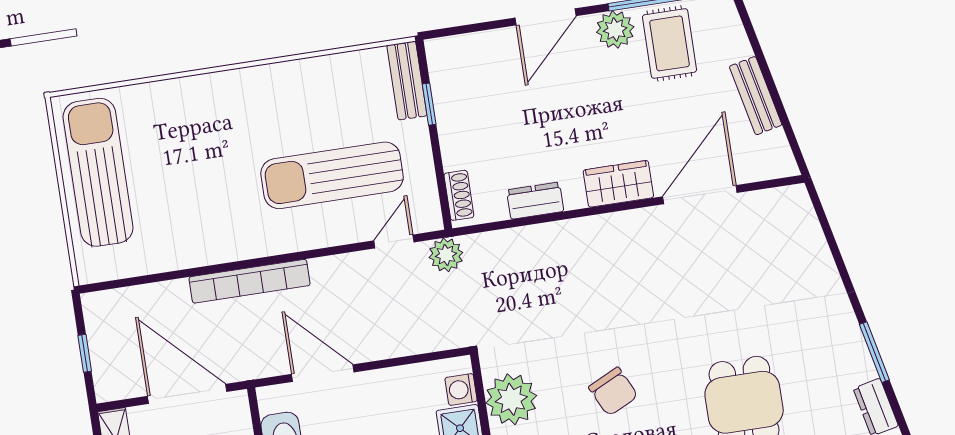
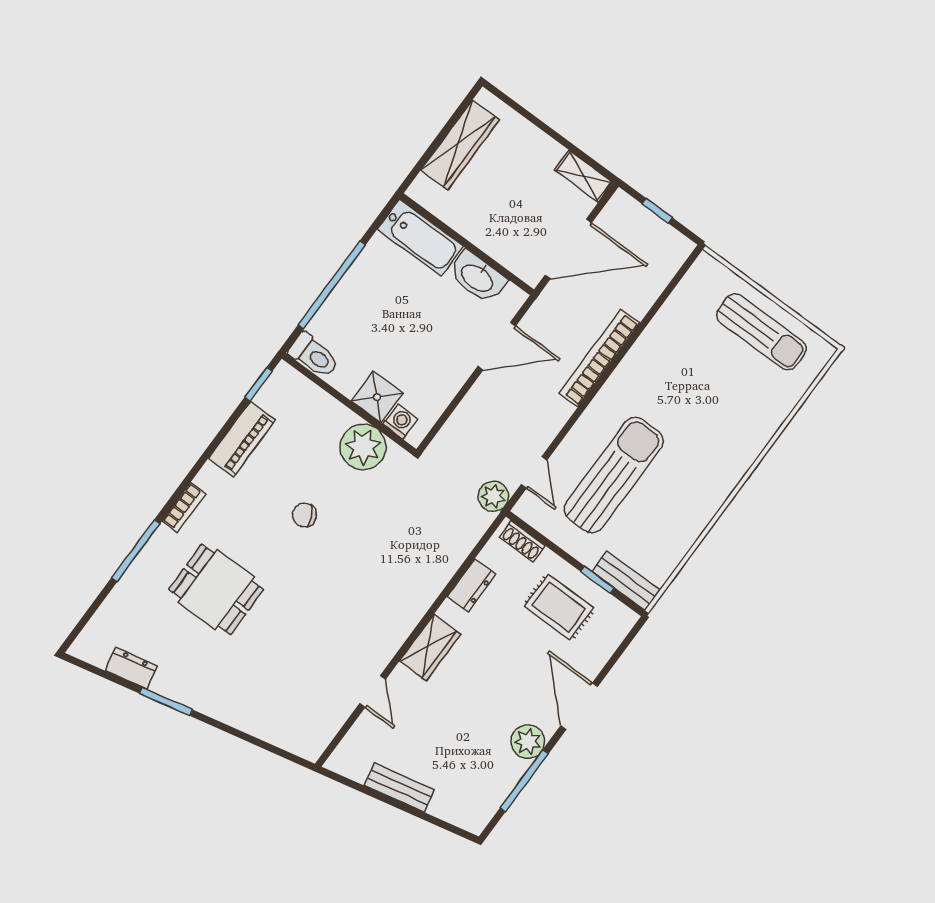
rug: (670, 43) -> (559, 607), moved
sun lounger: (98, 172) -> (761, 332), width x0.73, depth x0.75
door: (700, 195) -> (373, 691), width x0.53
chair: (613, 392) -> (304, 515), width x0.73, depth x0.73

